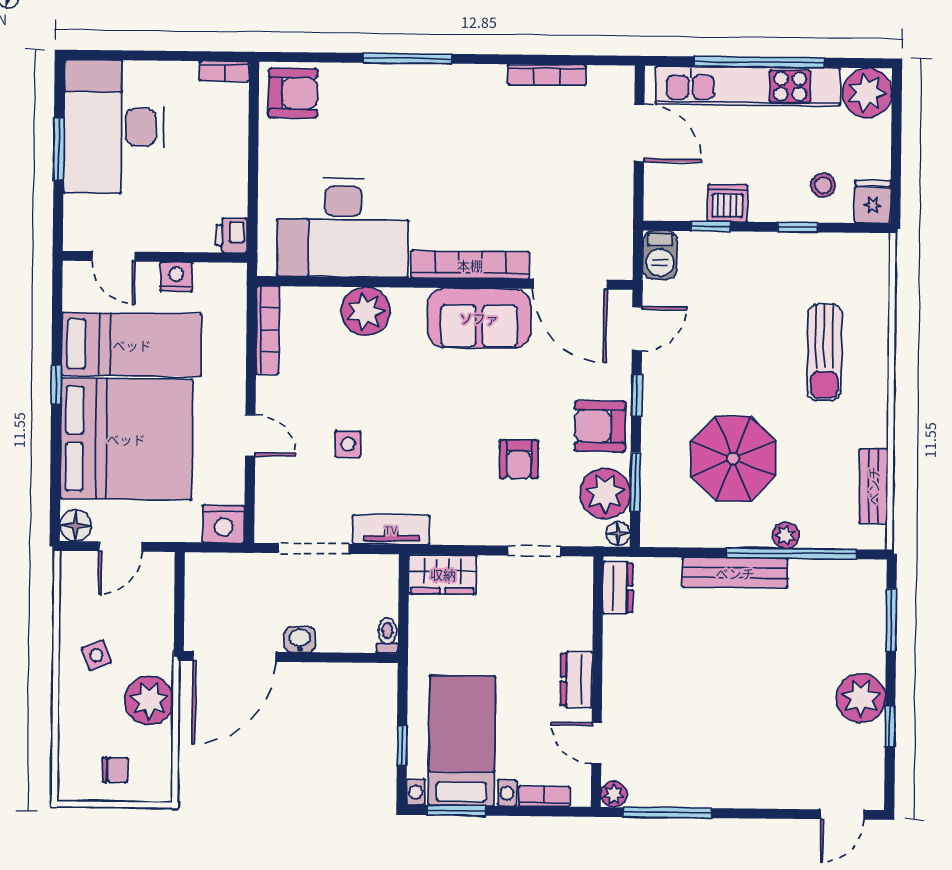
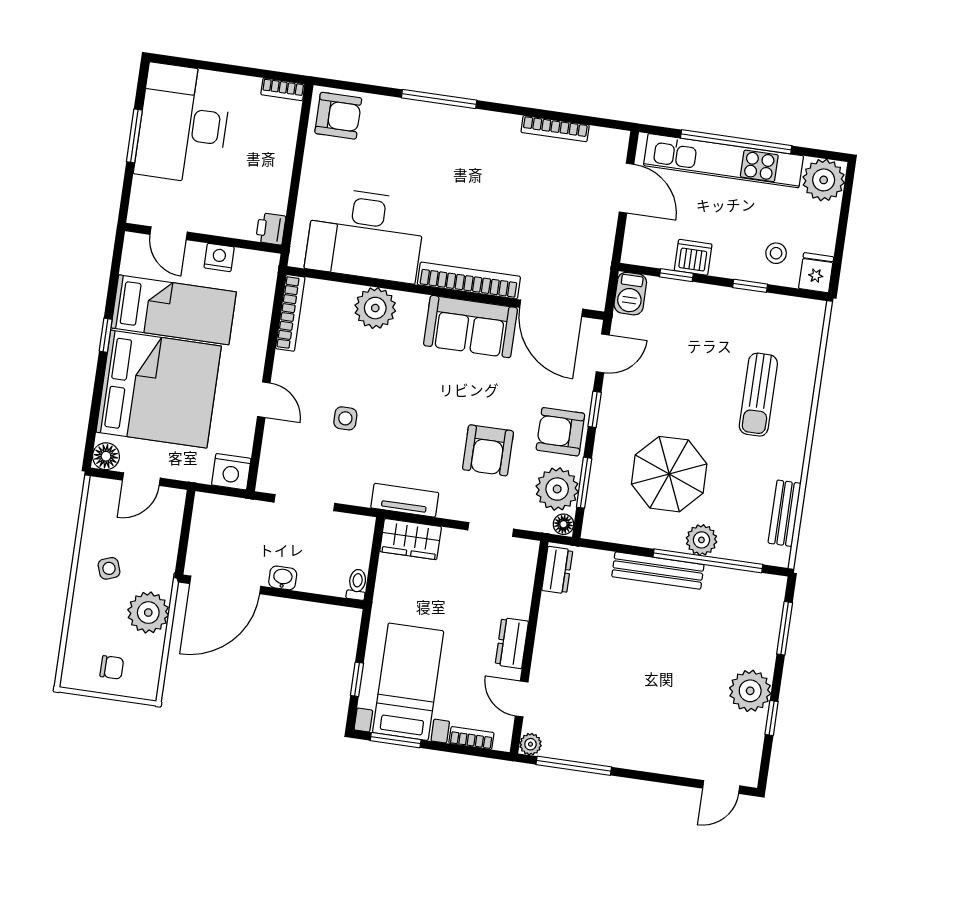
armchair: (519, 459) -> (488, 450), width x1.38, depth x1.38
tv unit: (391, 530) -> (405, 500), moved
plant: (786, 535) -> (701, 540), width x1.38, depth x1.38

